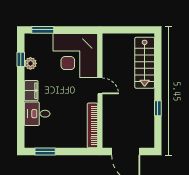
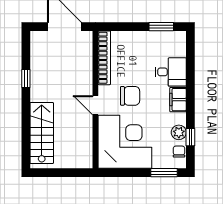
chair: (30, 47) -> (179, 152), added
chair: (71, 94) -> (130, 96), added

